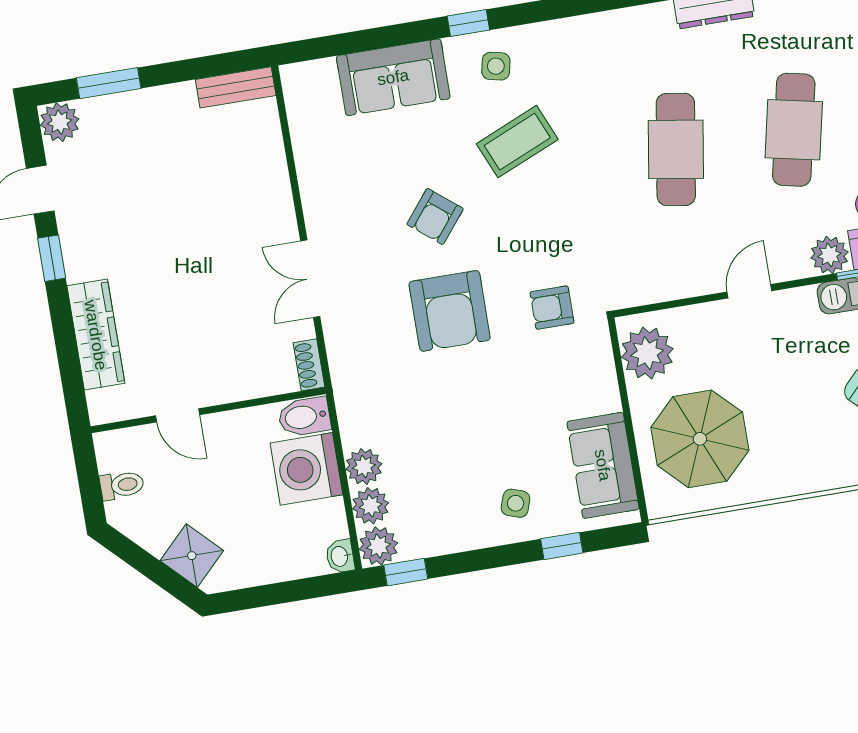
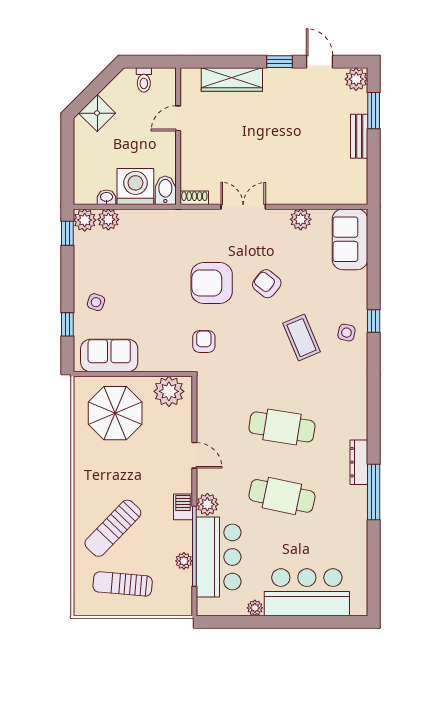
sofa: (393, 77) -> (350, 239), moved
bench: (236, 87) -> (359, 136), moved
plant: (364, 467) -> (301, 219), moved
washbasin: (340, 556) -> (106, 197), moved

